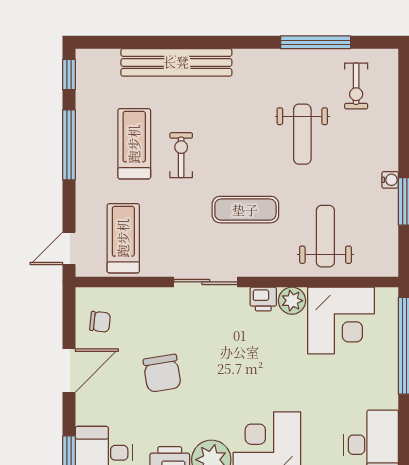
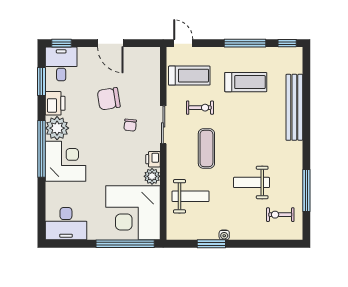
exercise bike: (181, 155) -> (200, 108), moved
corner desk: (341, 320) -> (133, 213), width x1.36, depth x1.36
chair: (100, 322) -> (130, 125), moved

